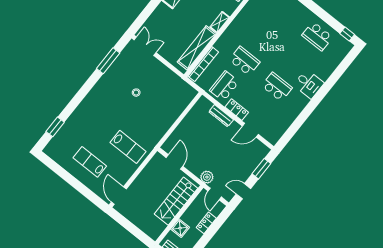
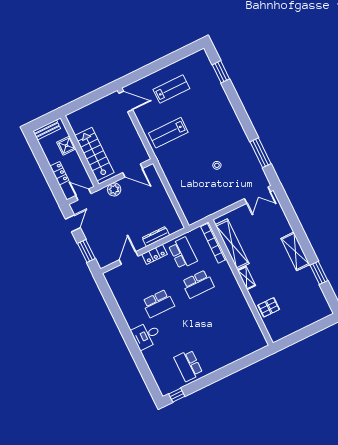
school desk: (317, 36) -> (188, 365), turned -90
plant: (207, 177) -> (114, 189), moved

